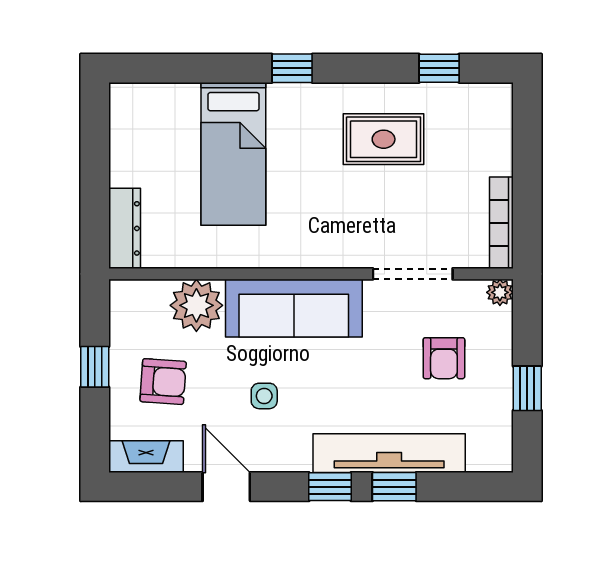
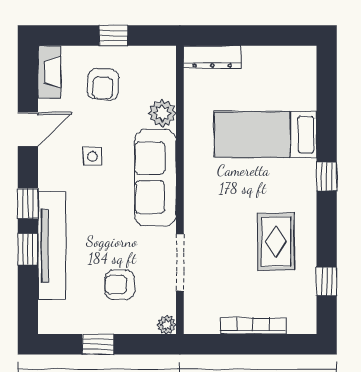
bookcase: (501, 223) -> (253, 326), moved
plant: (196, 305) -> (162, 113), width x0.73, depth x0.73

